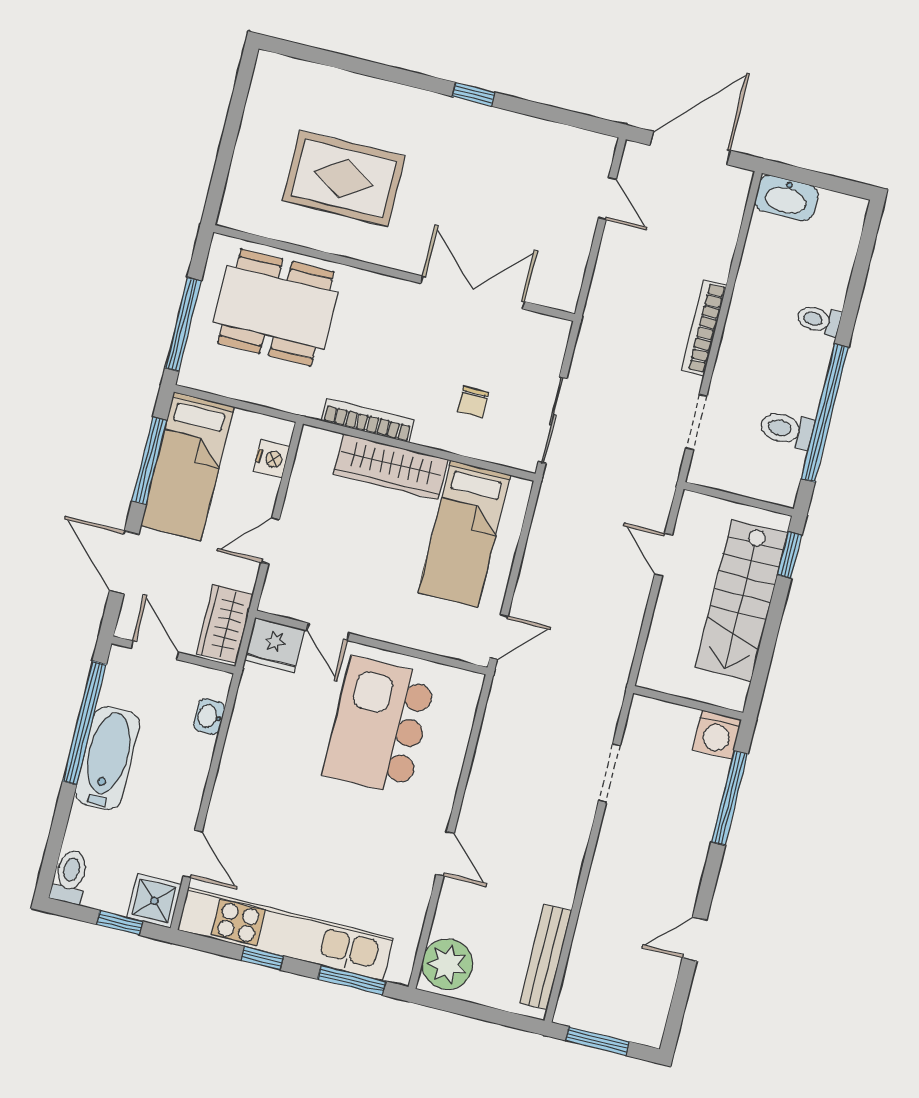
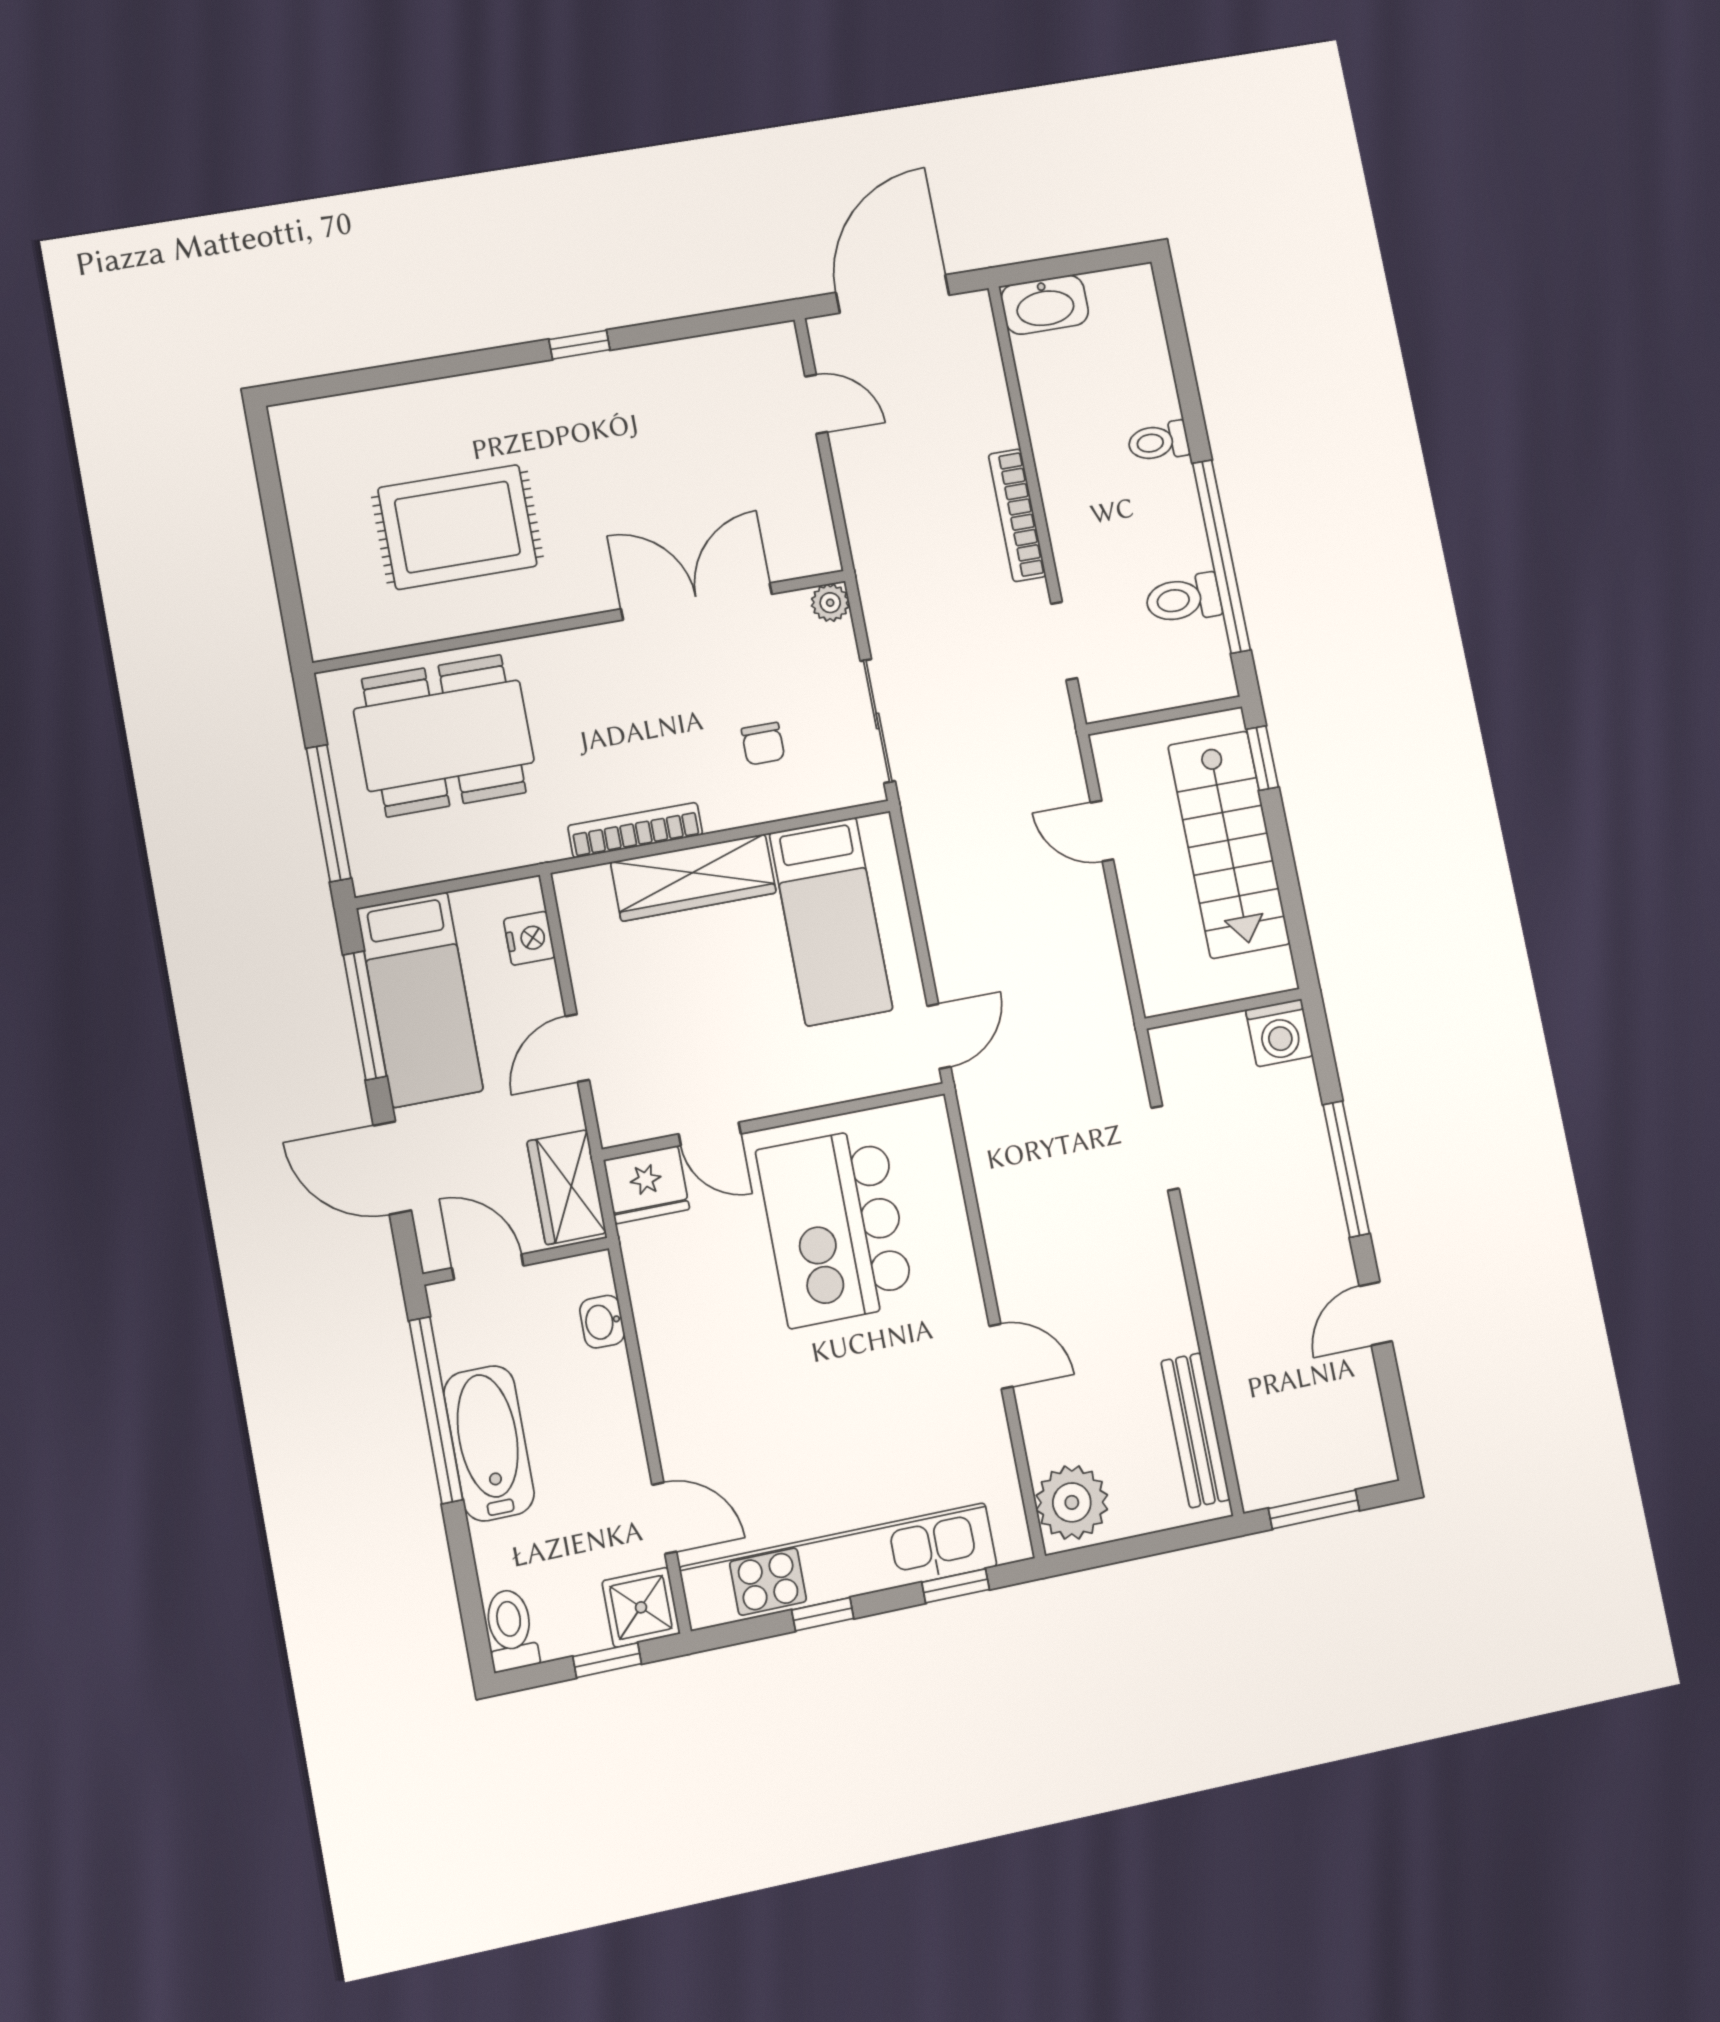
plant: (557, 331) -> (830, 603), added
window: (729, 798) -> (1346, 1169), moved
window: (352, 980) -> (956, 1586), width x0.67

